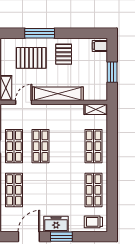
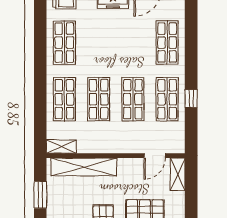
shelving: (58, 94) -> (84, 167), moved
shop shelf: (67, 146) -> (99, 99), added

